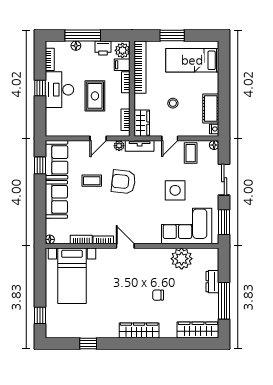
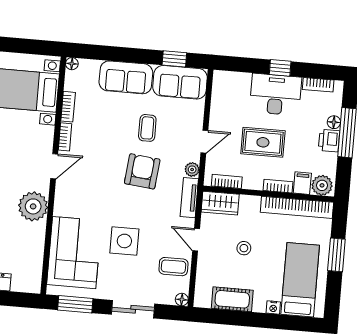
printer: (103, 48) -> (329, 141), moved
nightstand: (214, 129) -> (273, 307), moved
door: (98, 138) -> (204, 142), swing flipped
plant: (182, 259) -> (33, 206), moved

